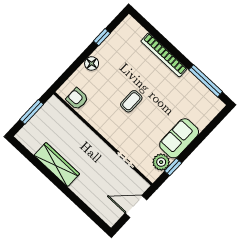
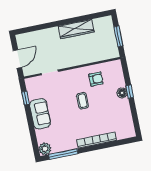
window: (102, 37) -> (130, 92), moved
armchair: (77, 99) -> (96, 79), moved
plant: (161, 162) -> (45, 149), moved

